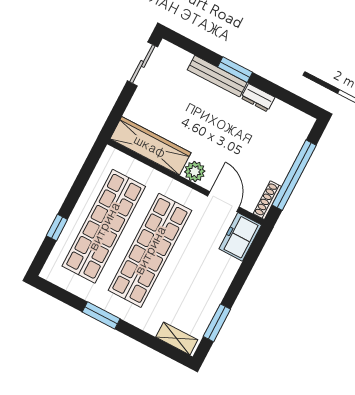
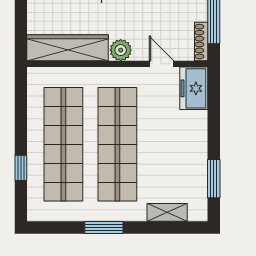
door: (223, 202) -> (161, 64), width x0.73
shelving: (177, 338) -> (167, 212), moved

